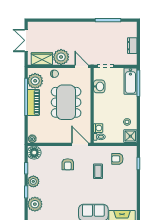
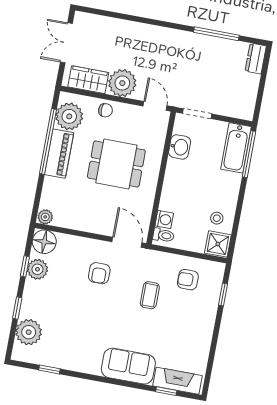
dresser: (132, 46) -> (256, 59), moved
dining table: (66, 102) -> (116, 164), width x0.73
plant: (33, 181) -> (37, 269), moved

